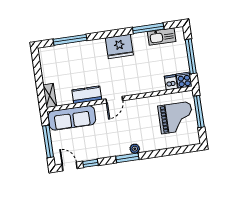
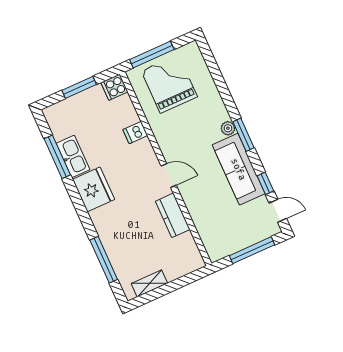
kitchen sink: (162, 37) -> (73, 157), moved
window: (191, 56) -> (79, 87), width x0.69
dishwasher: (171, 82) -> (135, 133), moved
shelving: (50, 96) -> (149, 283), moved
sofa: (72, 118) -> (239, 169), moved, turned 180
door: (70, 166) -> (278, 211), swing flipped

